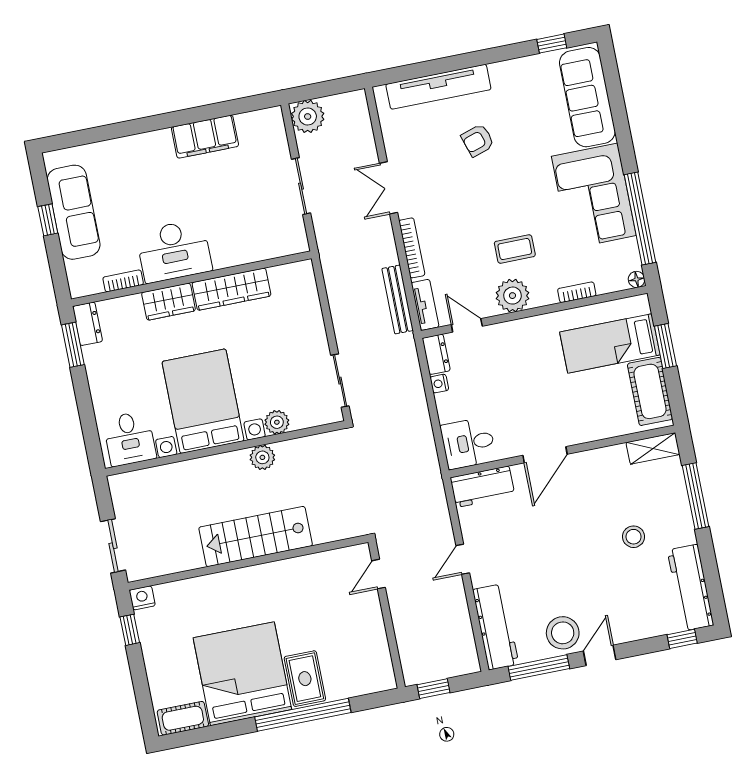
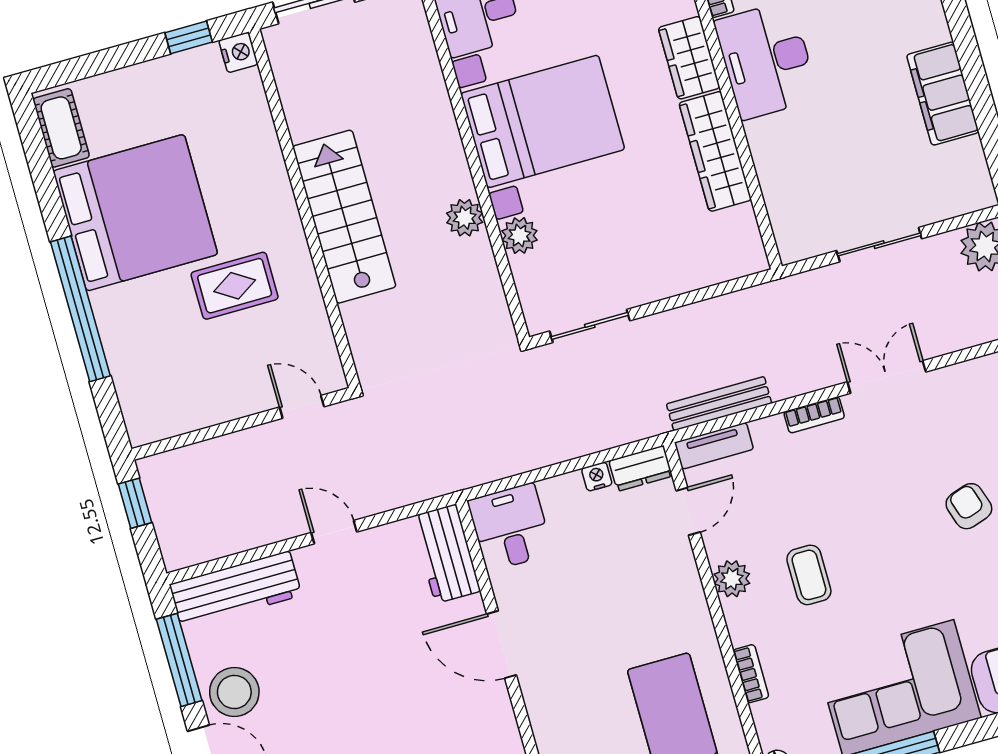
bookcase: (412, 248) -> (814, 415), width x0.64
plant: (512, 296) -> (732, 579), width x0.73, depth x0.73
rug: (305, 679) -> (235, 286), moved

